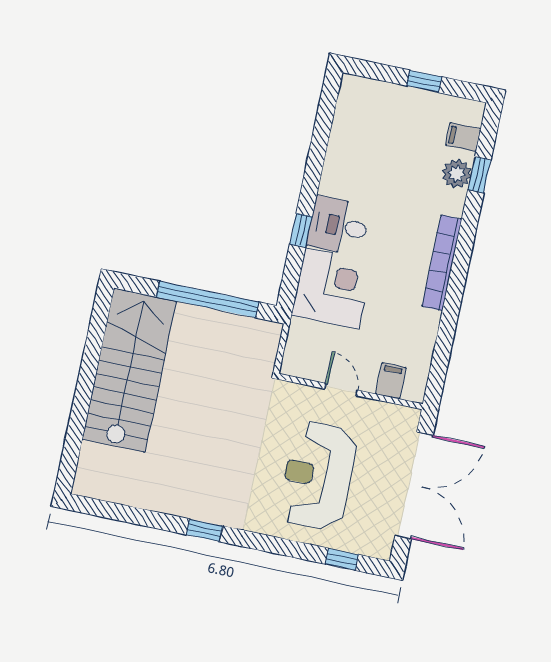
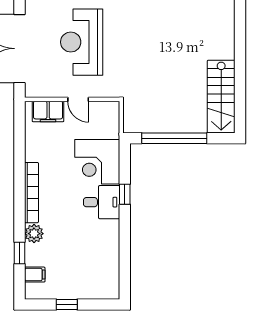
plant: (457, 174) -> (34, 234), moved
stairs: (129, 370) -> (221, 96), width x0.73, depth x0.66
filing cabinet: (391, 381) -> (48, 111), width x2.00
reception desk: (318, 475) -> (82, 42), turned 180

